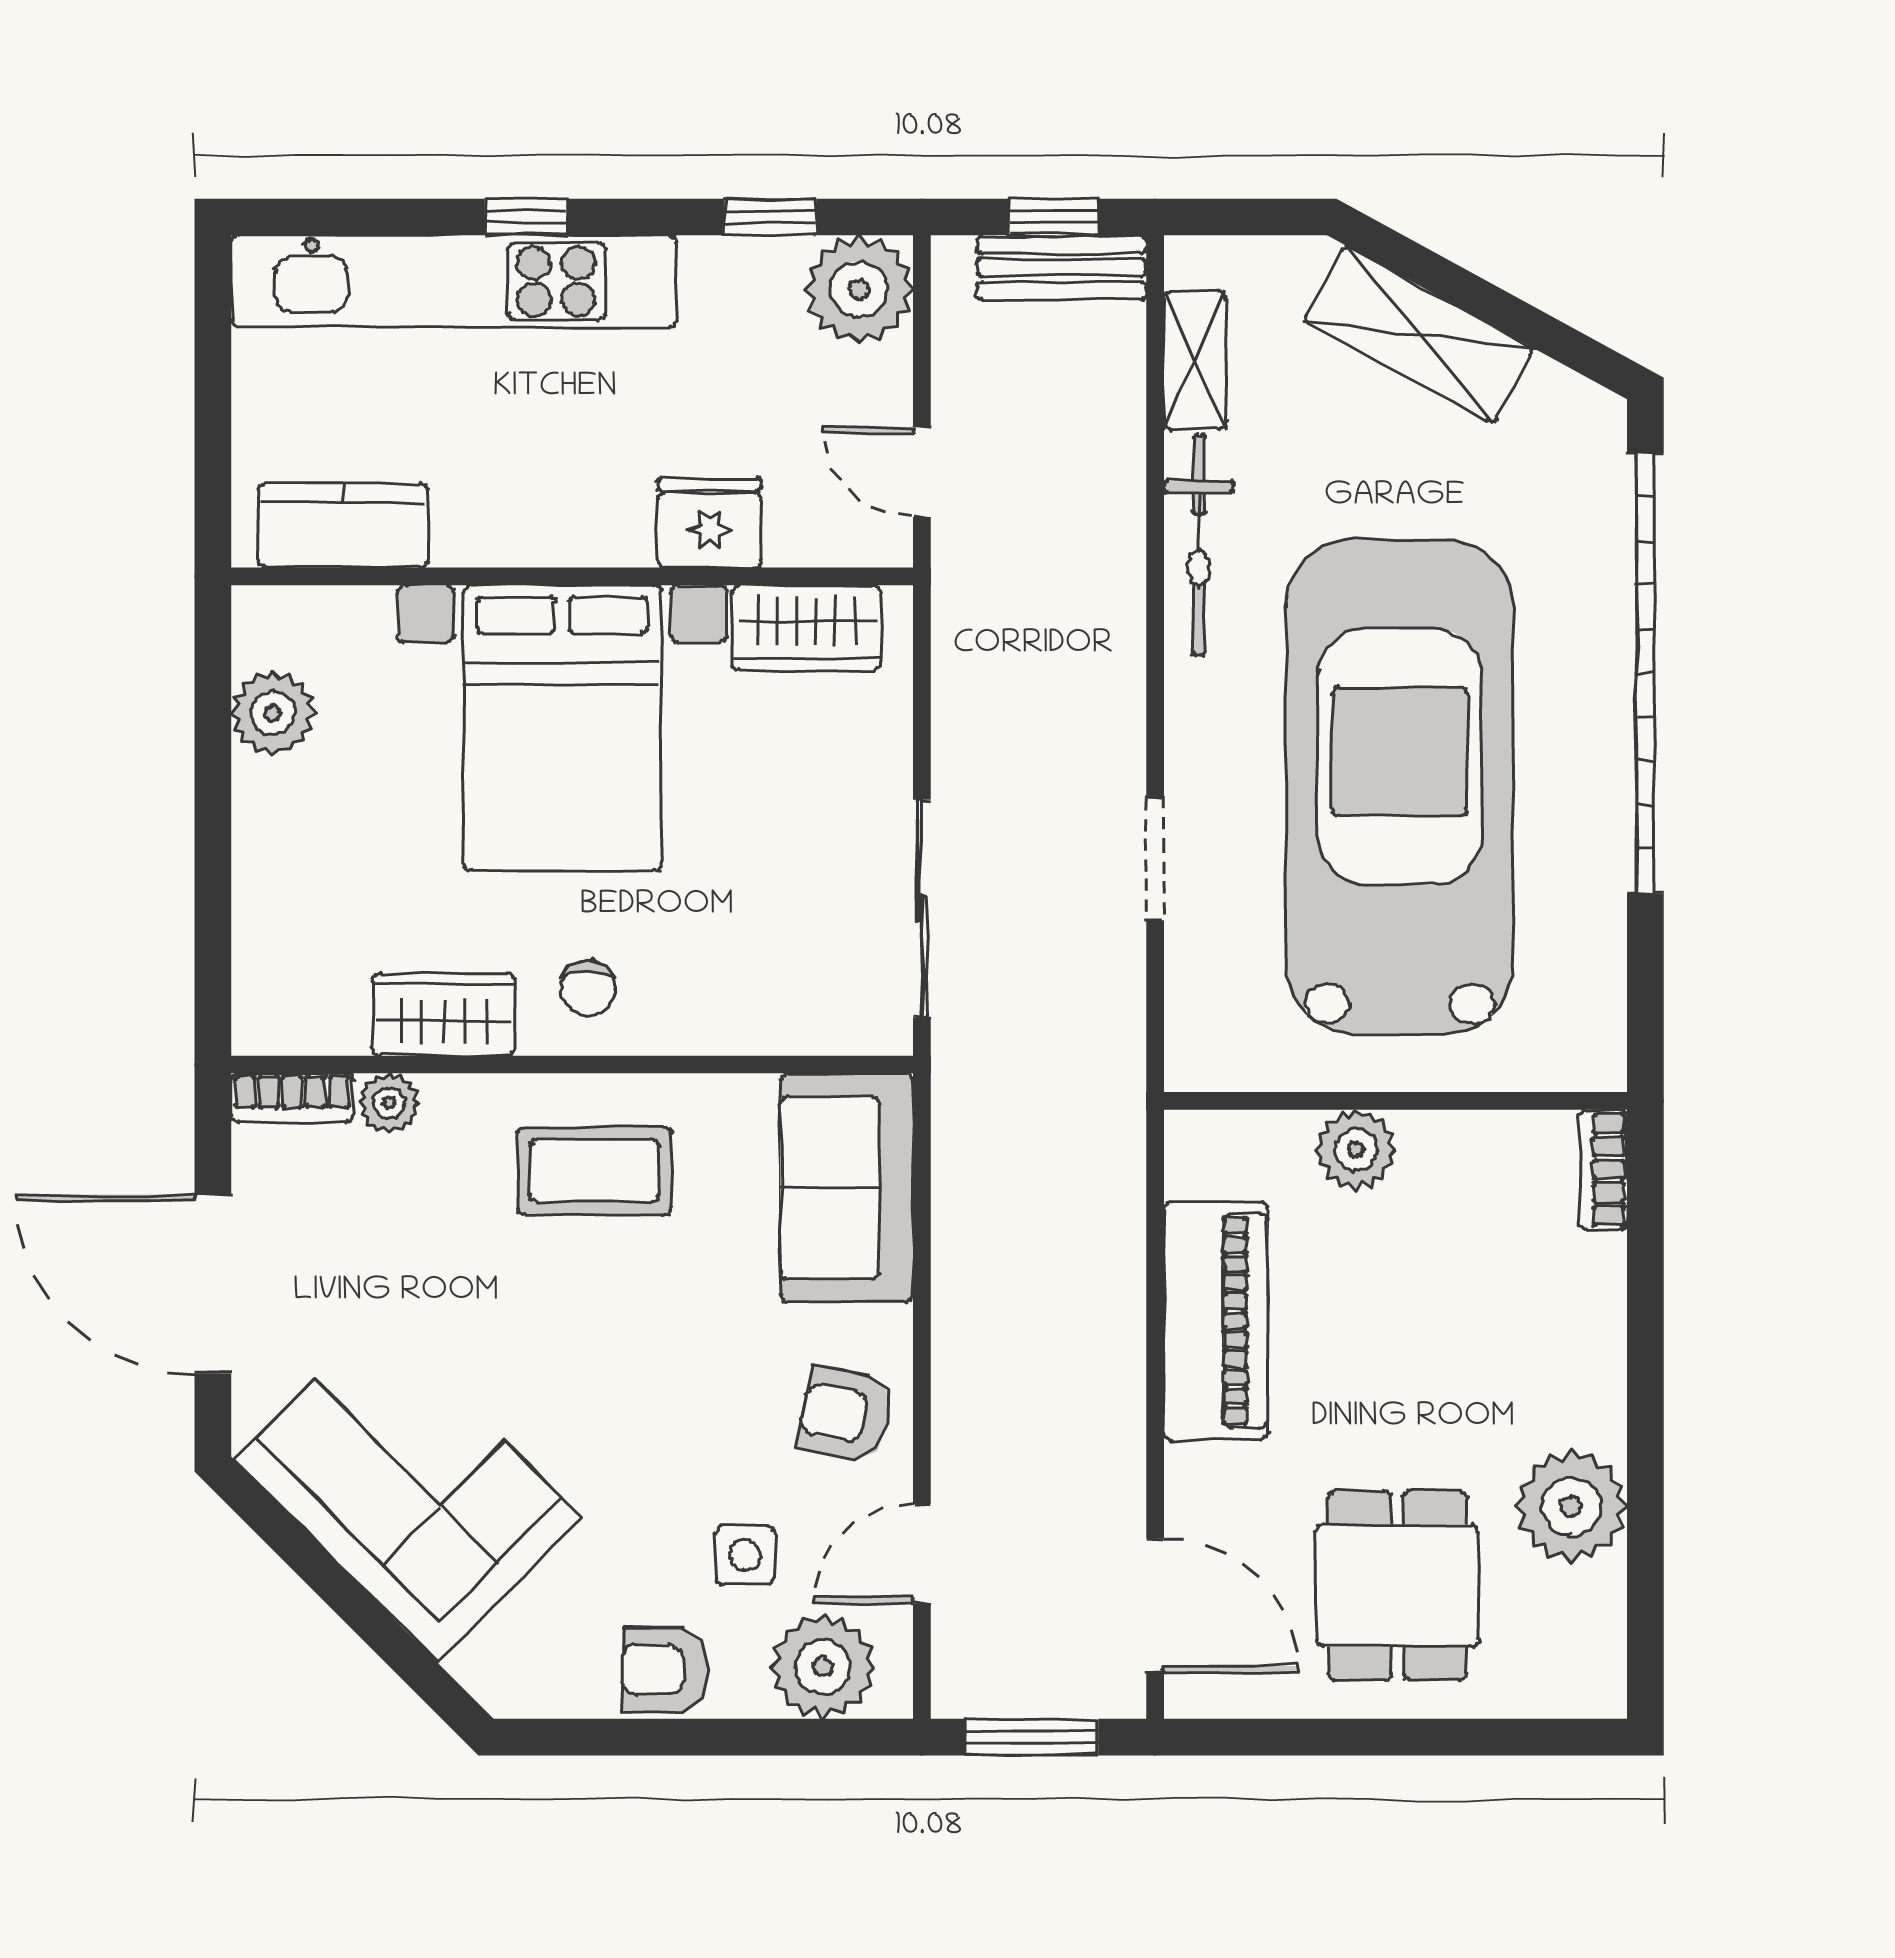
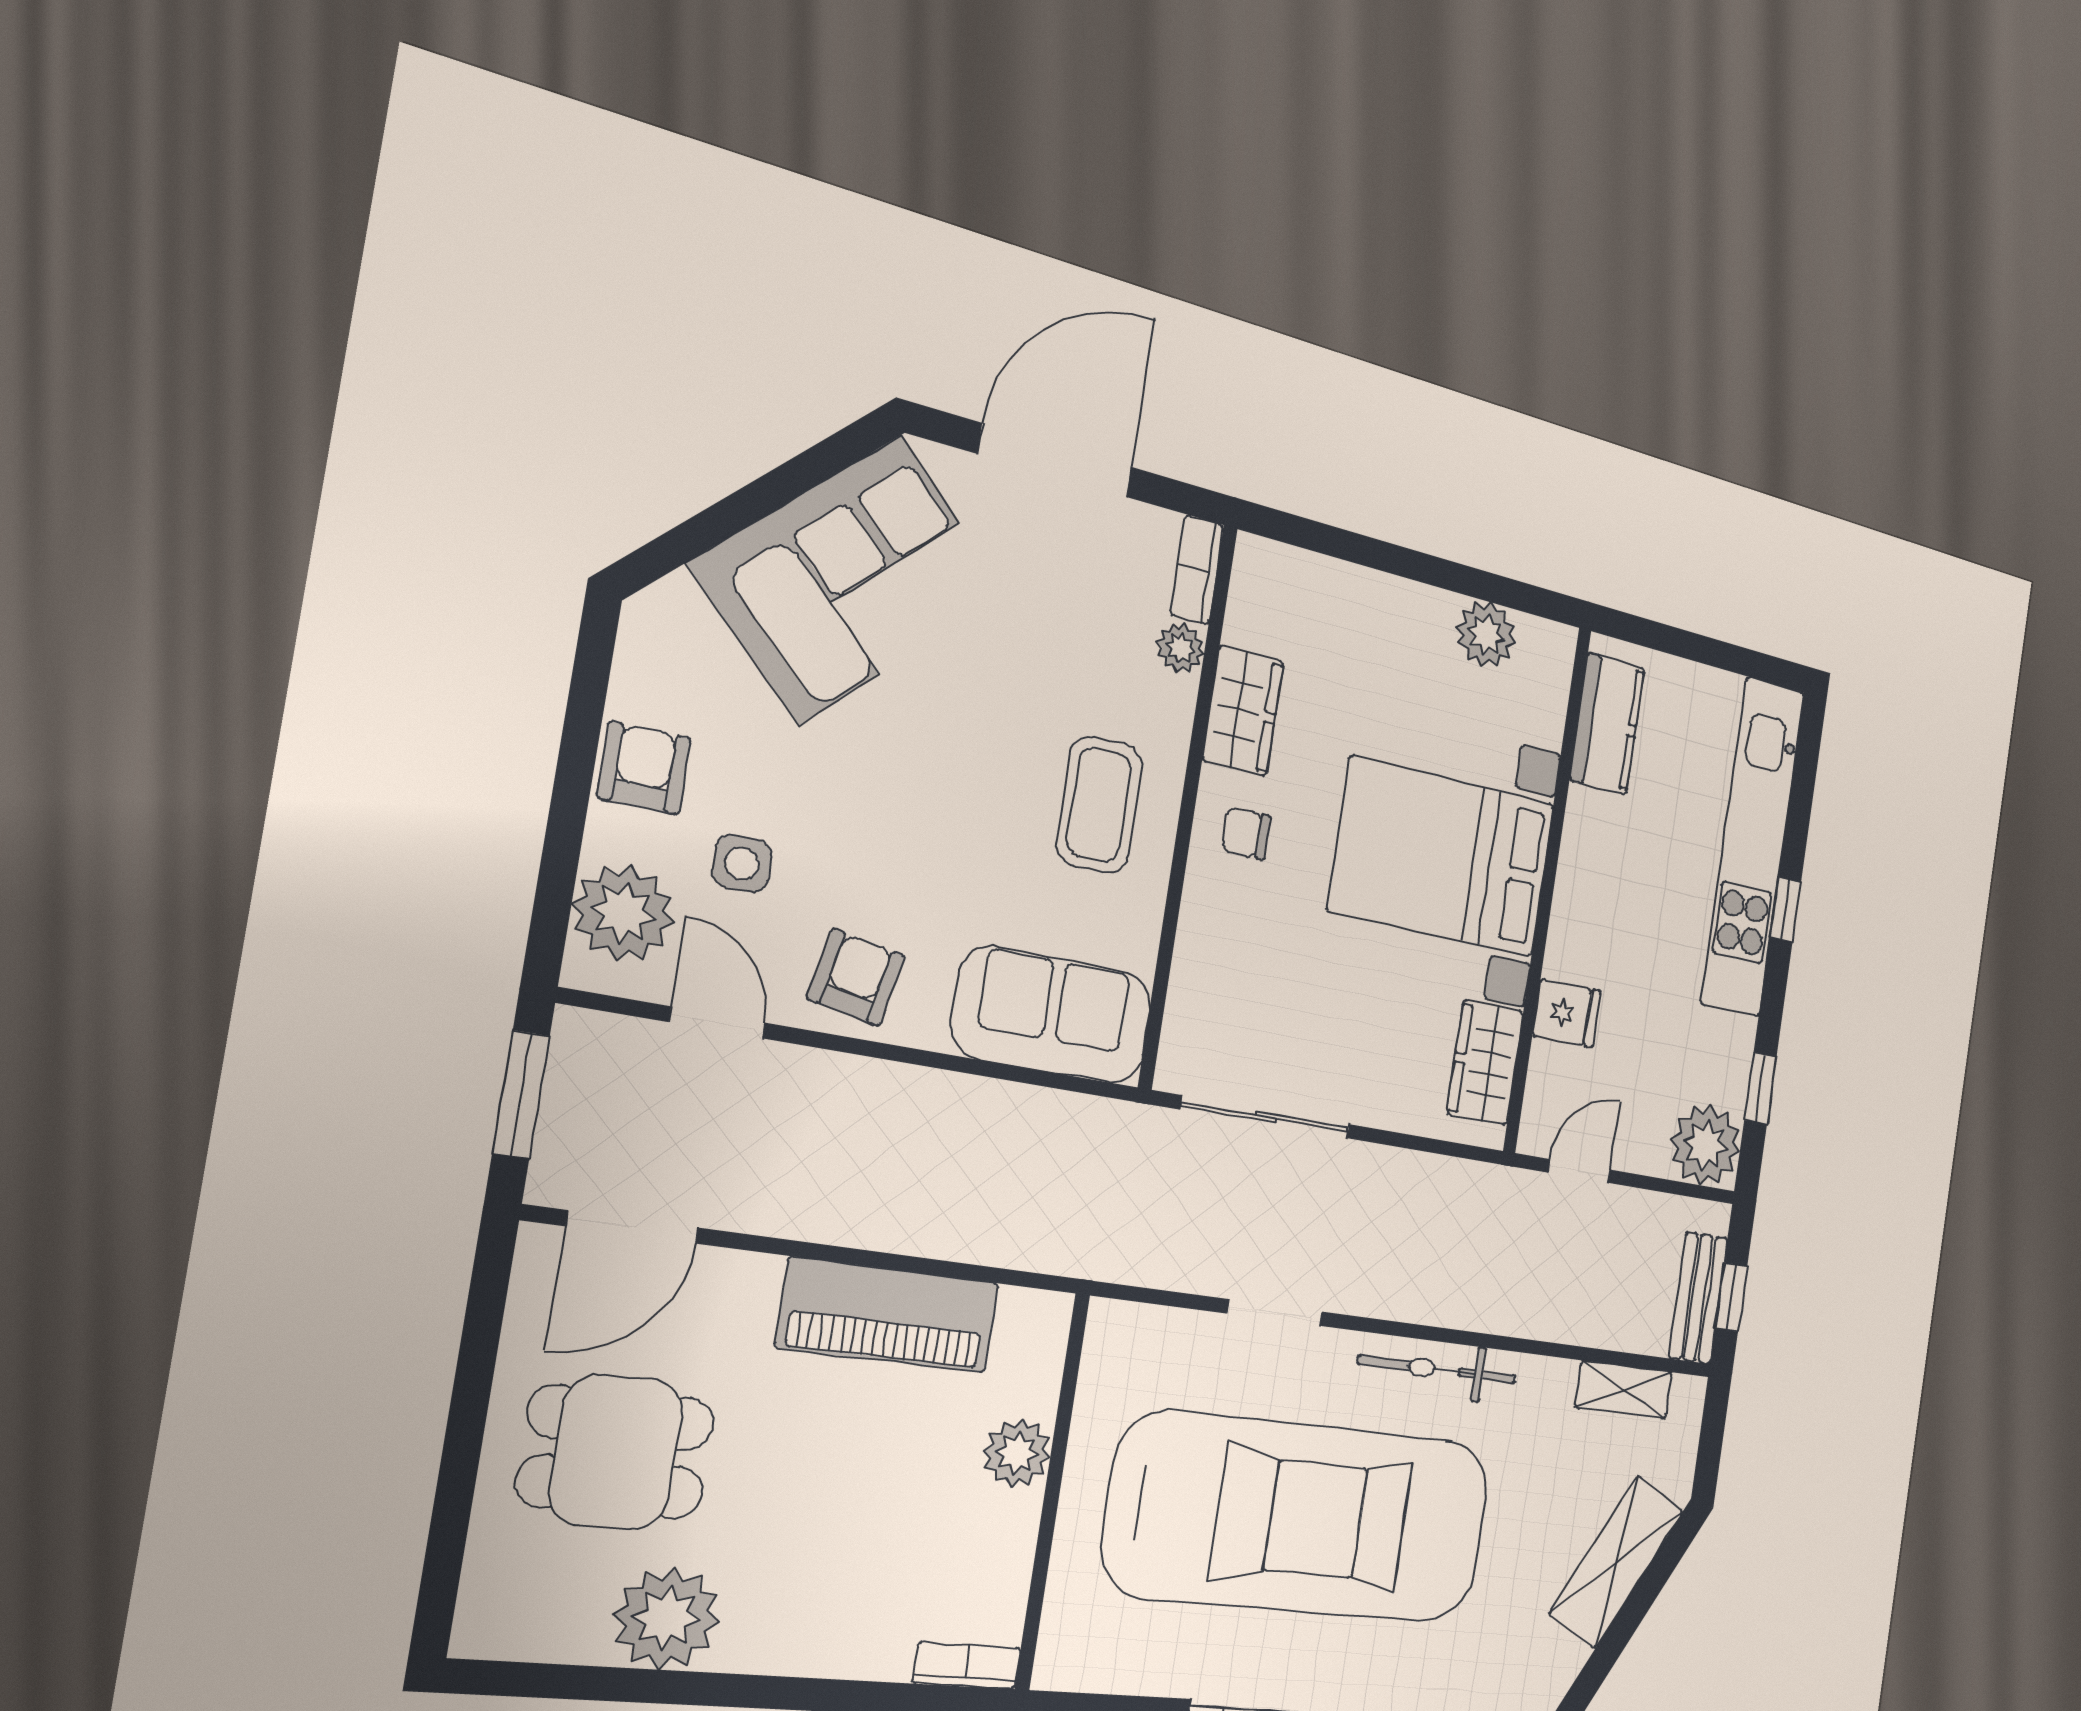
fridge: (709, 523) -> (1567, 1013), width x0.72
bicycle: (1199, 545) -> (1437, 1369), moved

